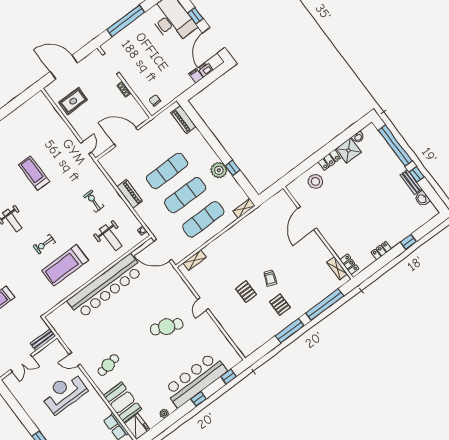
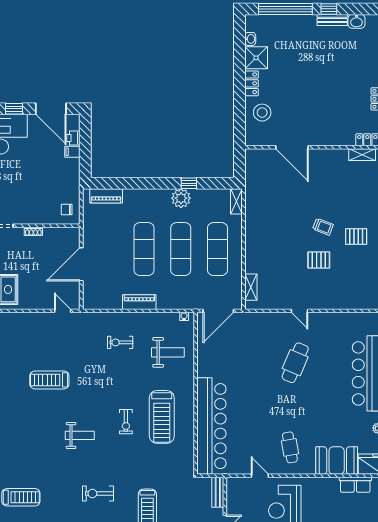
bar counter: (106, 286) -> (211, 426), moved
door: (75, 359) -> (260, 476), swing flipped

